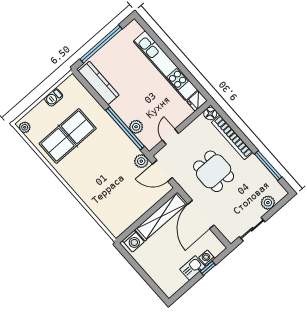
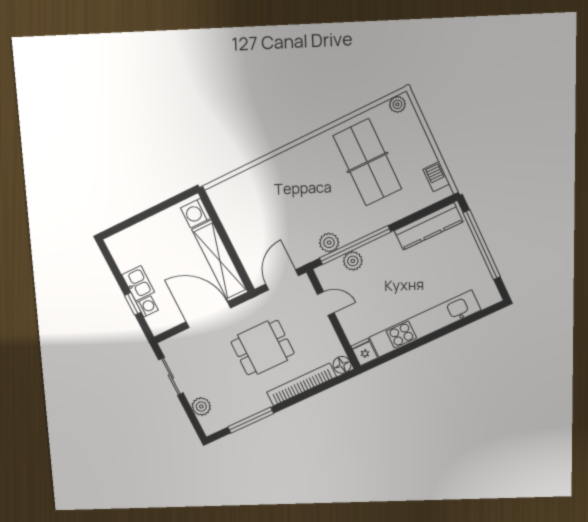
barbecue: (54, 97) -> (436, 177), moved
plant: (141, 161) -> (329, 243), moved

